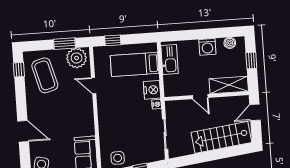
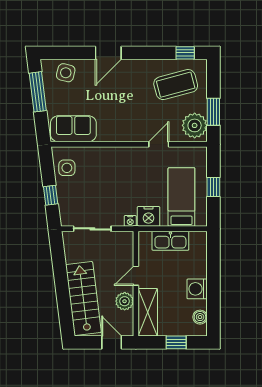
window: (113, 40) -> (213, 187), moved
kitchen sink: (170, 59) -> (170, 241), moved
plant: (221, 104) -> (125, 301), added

